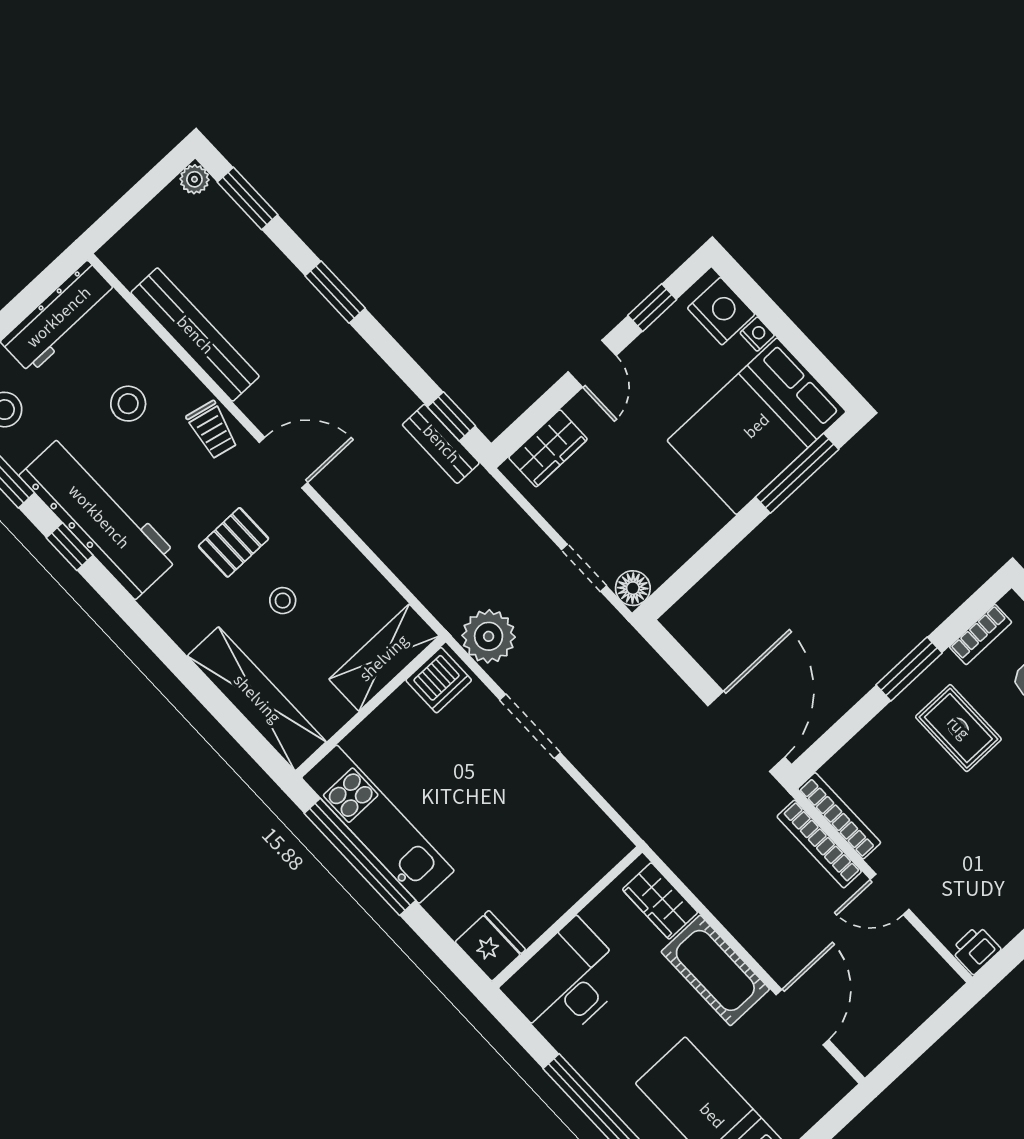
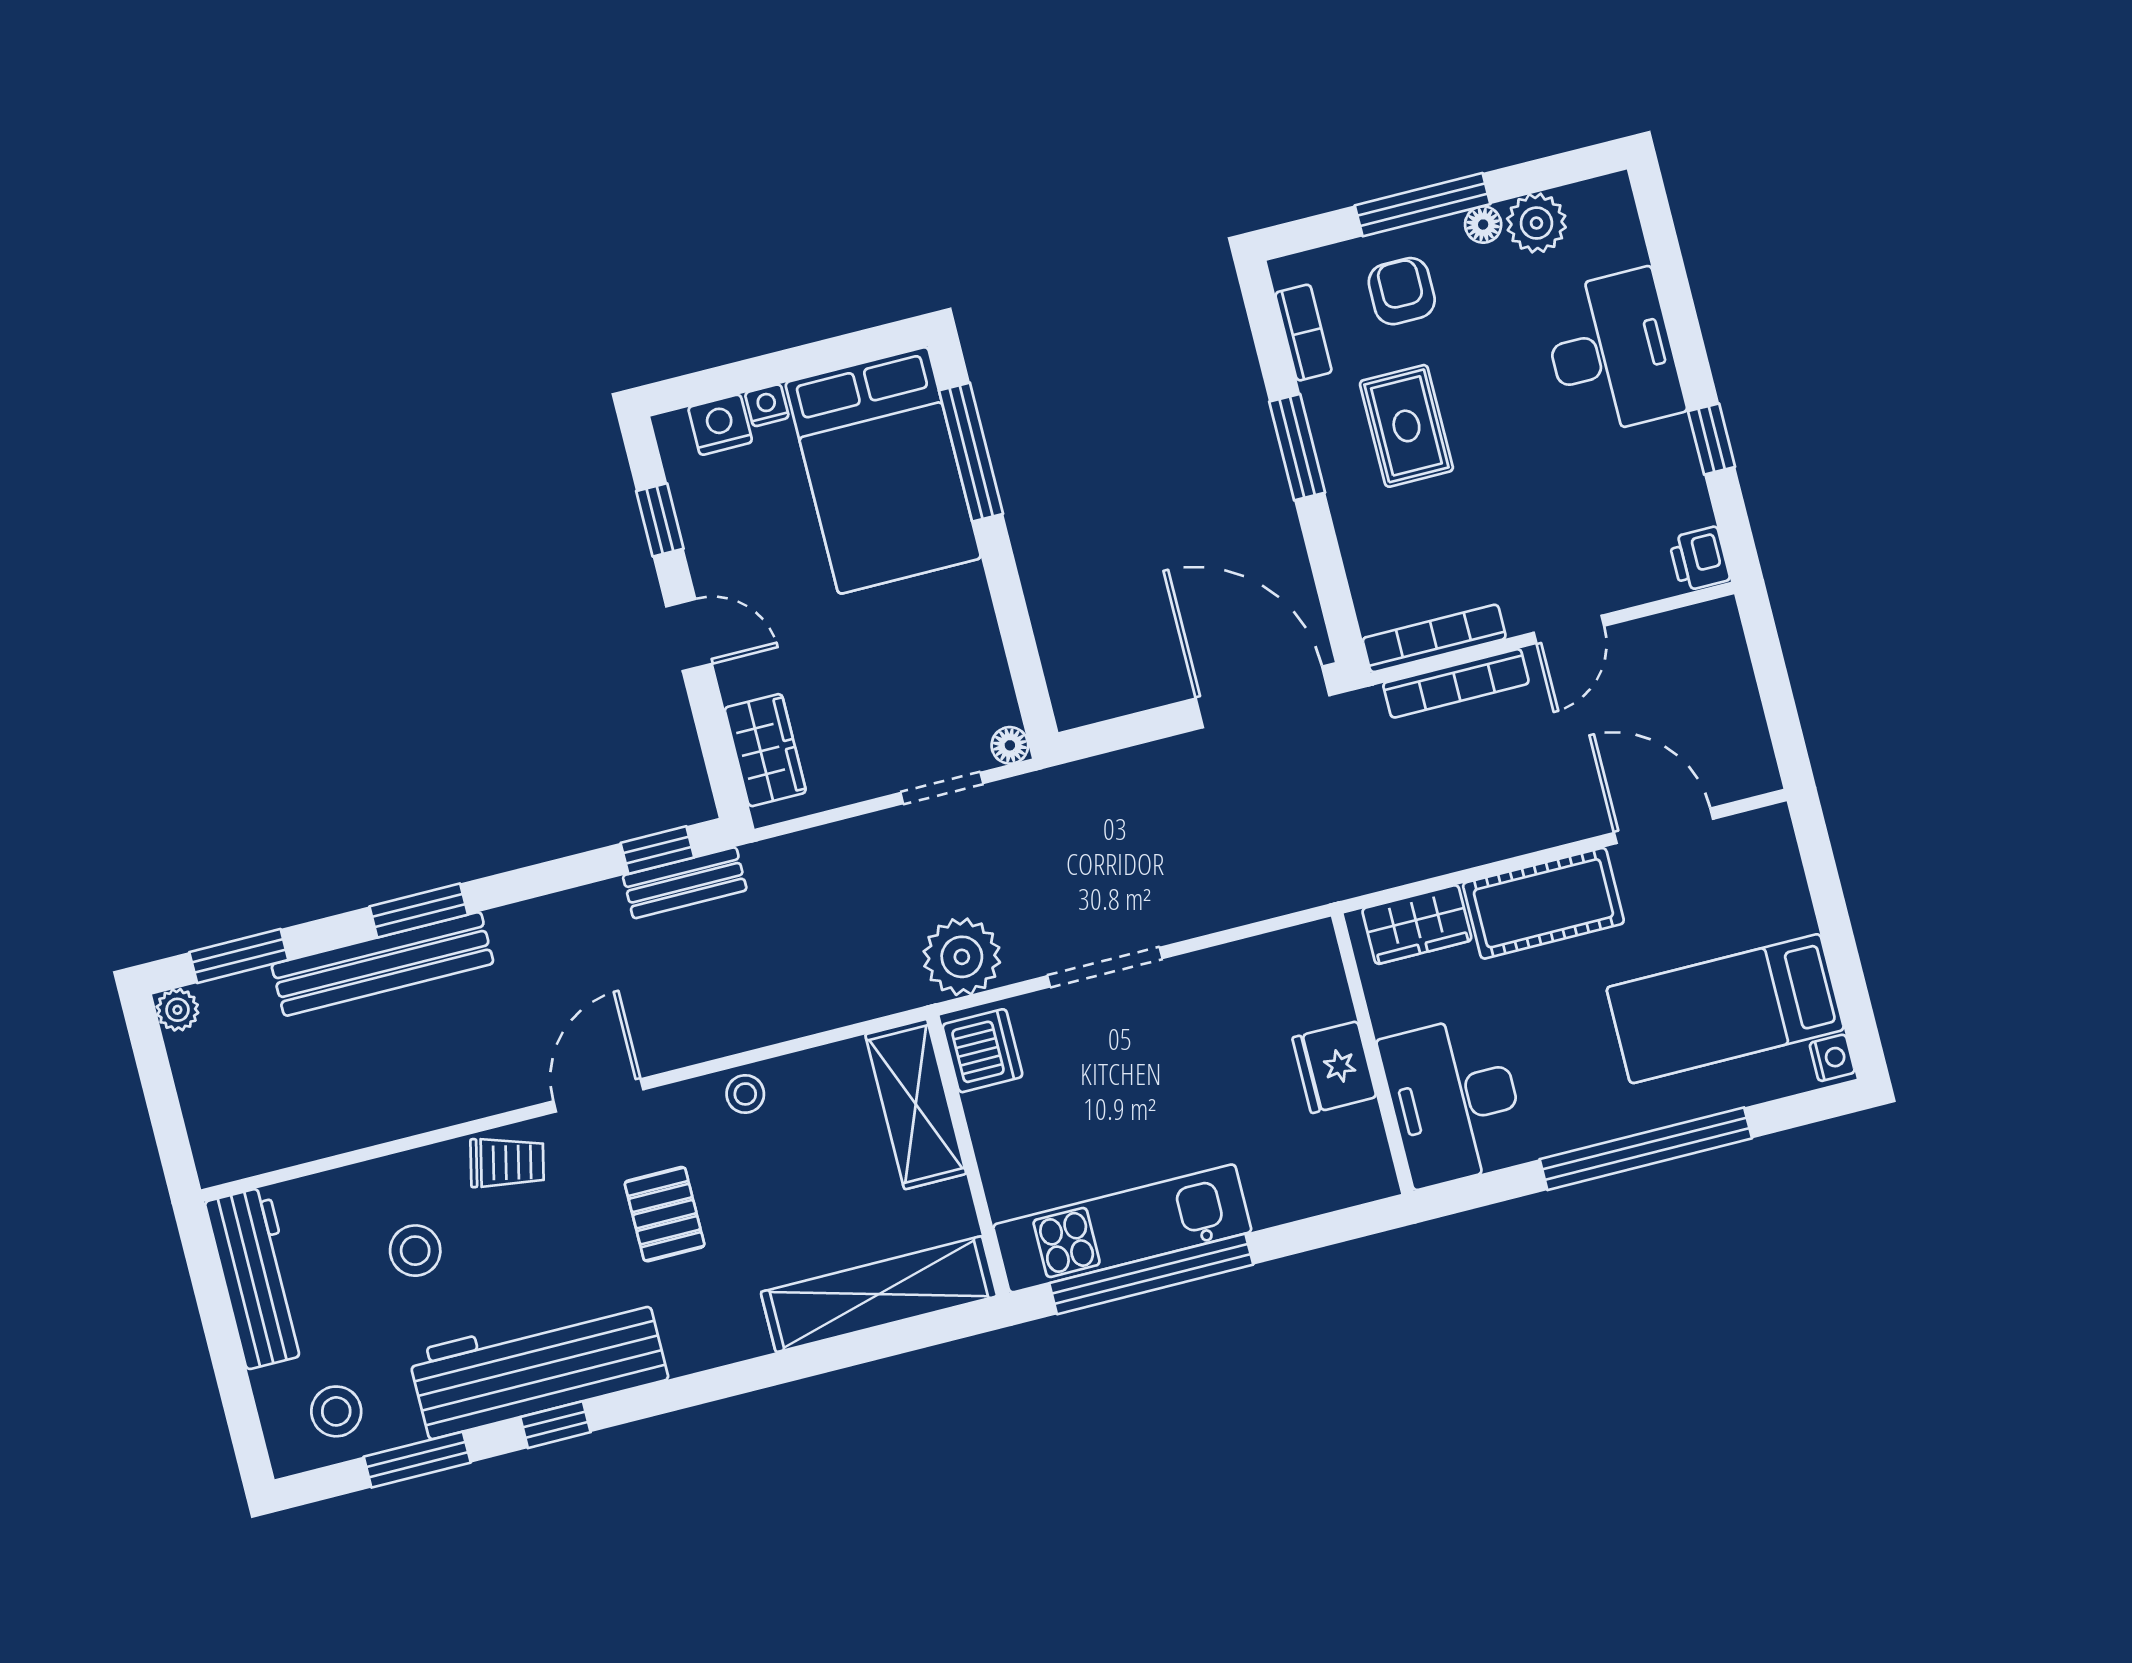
nightstand: (721, 311) -> (720, 425), width x0.74, depth x0.75
bench: (195, 335) -> (382, 964), moved
floor lamp: (633, 588) -> (1010, 745), width x0.73, depth x0.73
stool: (283, 601) -> (745, 1094), moved
rug: (958, 728) -> (1406, 426), turned 90
fridge: (490, 946) -> (1334, 1067), moved, turned -90

